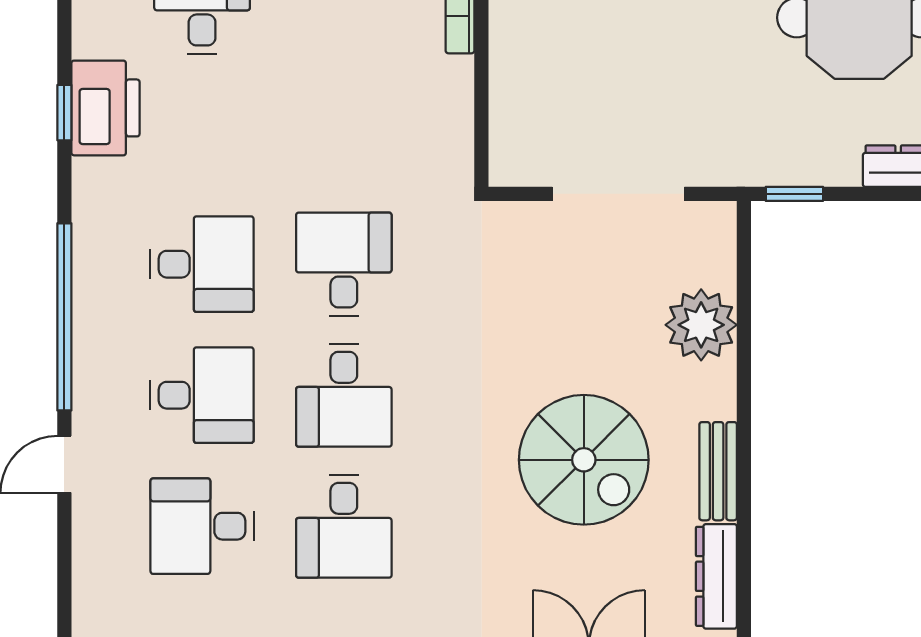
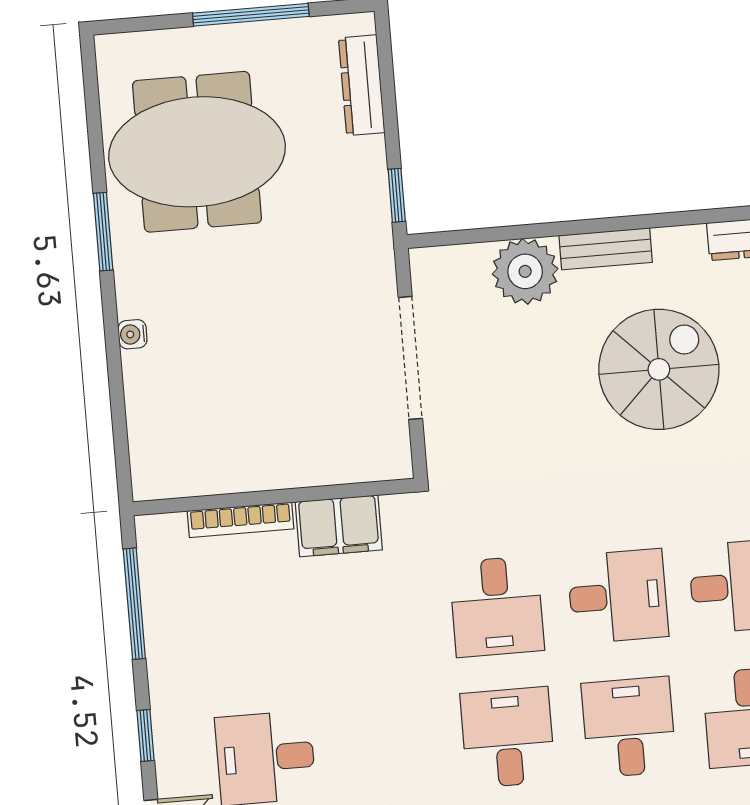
filing cabinet: (445, 102) -> (339, 526), added
desk: (344, 264) -> (497, 606), turned -90
bench: (718, 471) -> (606, 249), moved

